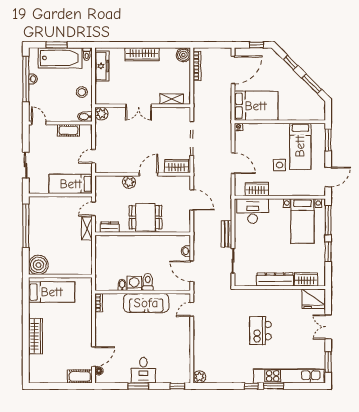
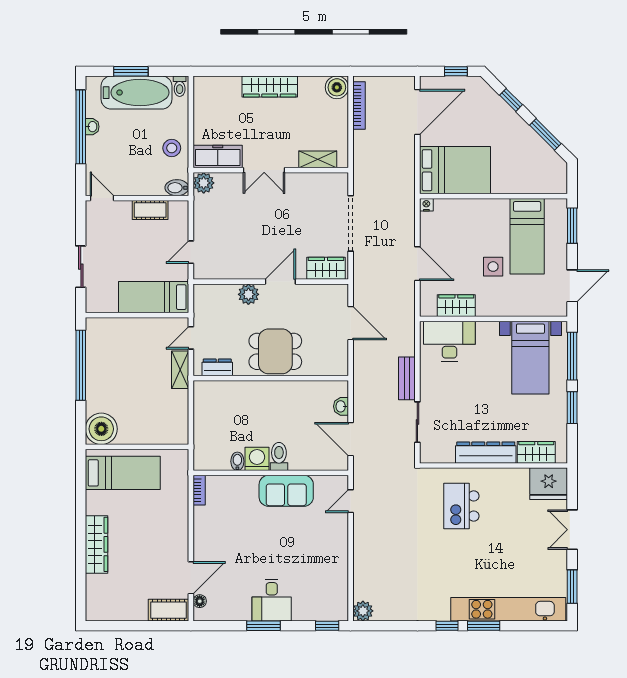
freezer: (102, 66) -> (218, 157), moved, turned -90
sofa: (146, 303) -> (286, 491), width x0.73
kitchen island: (260, 331) -> (461, 506), moved

